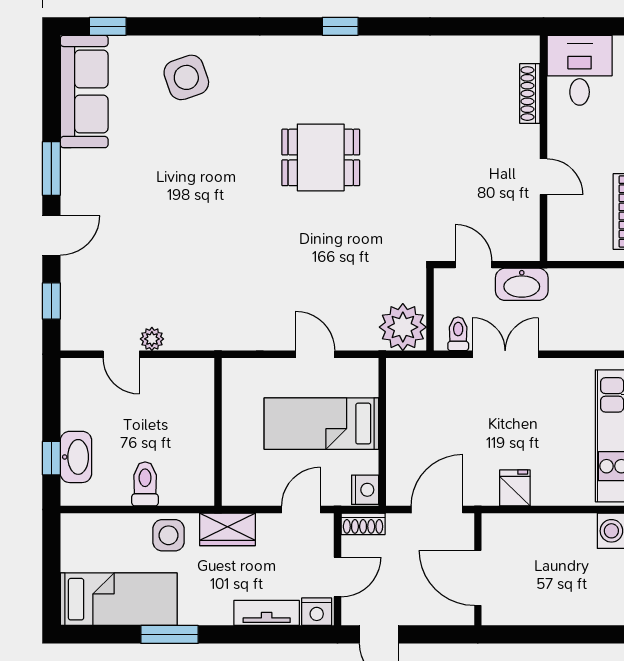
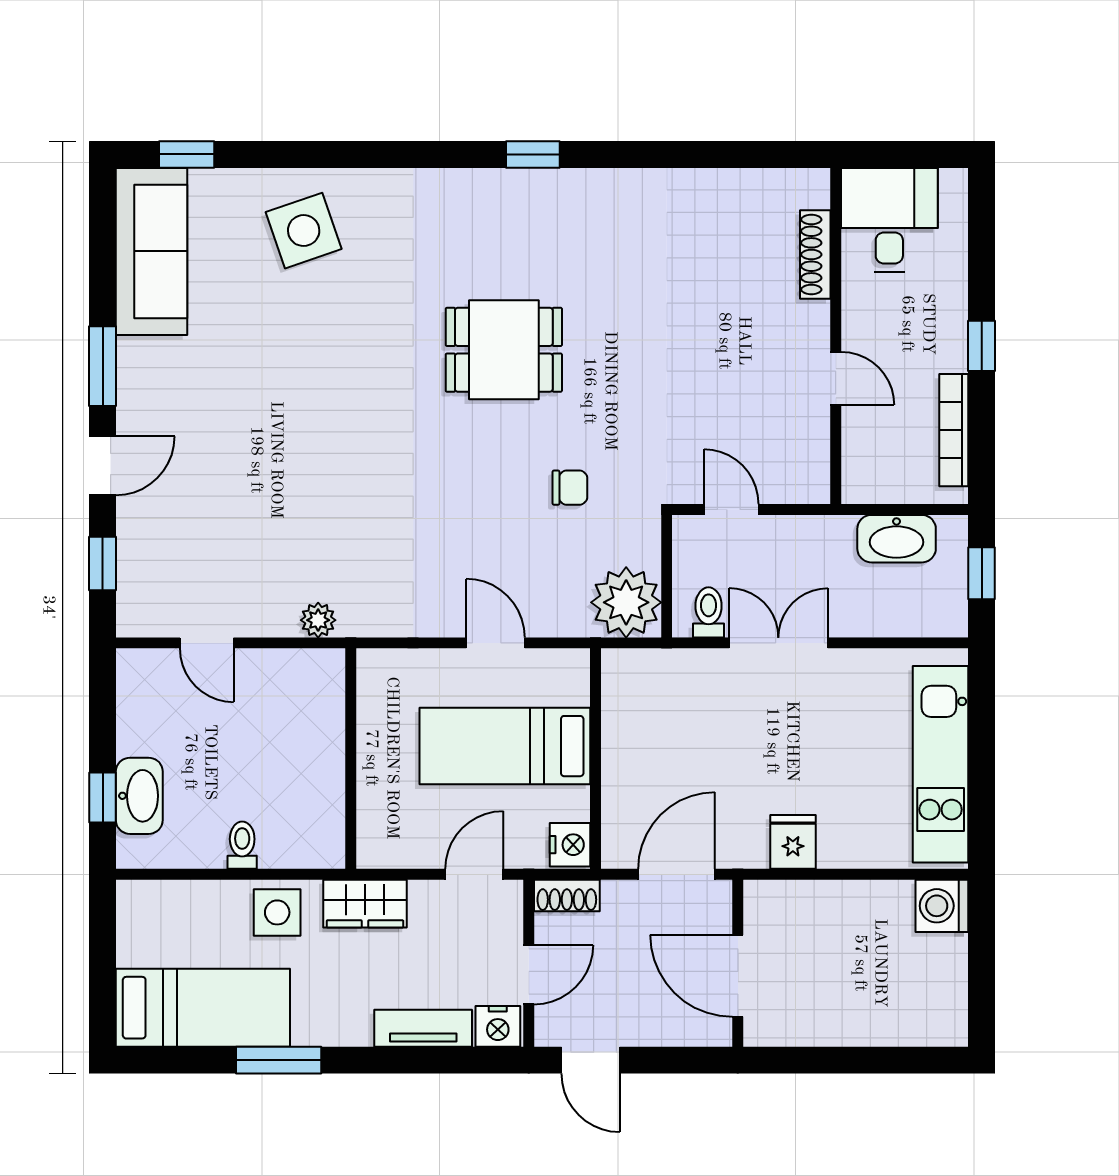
chair: (365, 250) -> (570, 488), added
washbasin: (522, 284) -> (897, 539), moved
plant: (152, 339) -> (318, 620), moved
toilet: (145, 484) -> (242, 845), width x0.73, depth x0.72

